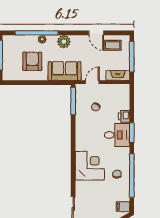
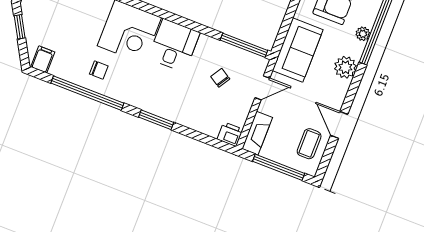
door: (96, 33) -> (339, 125), hinge flipped
door: (92, 82) -> (262, 88), hinge flipped
printer: (124, 116) -> (230, 134), moved
desk: (117, 135) -> (174, 45), moved, turned 180

